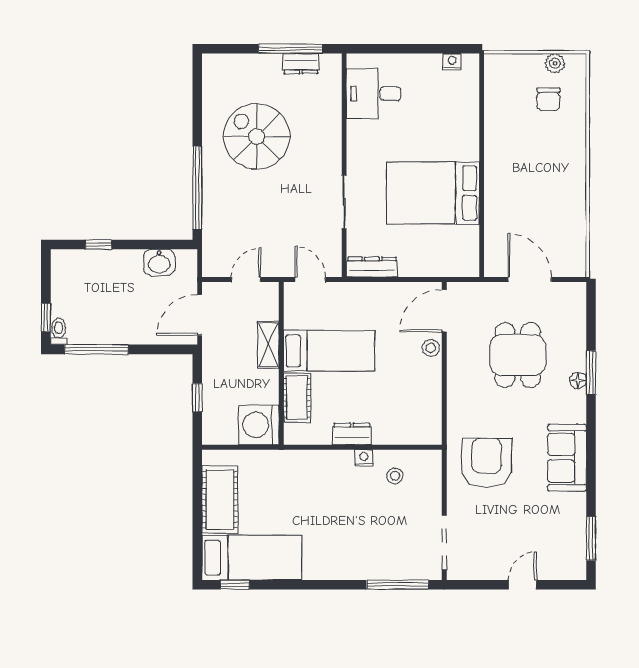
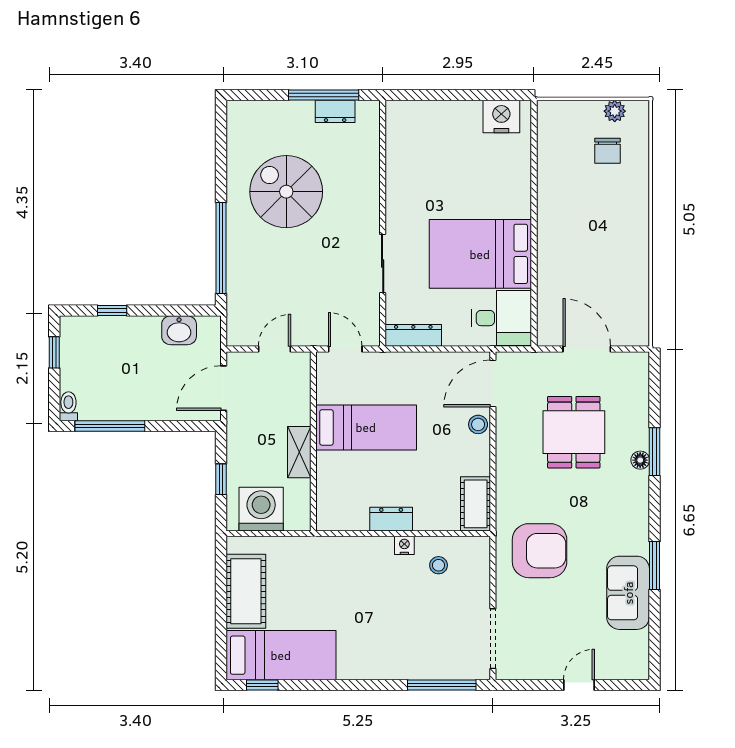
nightstand: (452, 62) -> (501, 117), width x1.89, depth x1.79
desk: (374, 94) -> (502, 318), moved, turned 180
window: (46, 317) -> (54, 352), moved
shelving: (268, 345) -> (299, 452), moved
cot: (297, 398) -> (476, 504), moved
washing machine: (259, 425) -> (261, 509), moved, turned 90
sofa: (567, 458) -> (628, 593), moved
armchair: (487, 463) -> (540, 551), turned 90
window: (591, 539) -> (654, 565), moved

